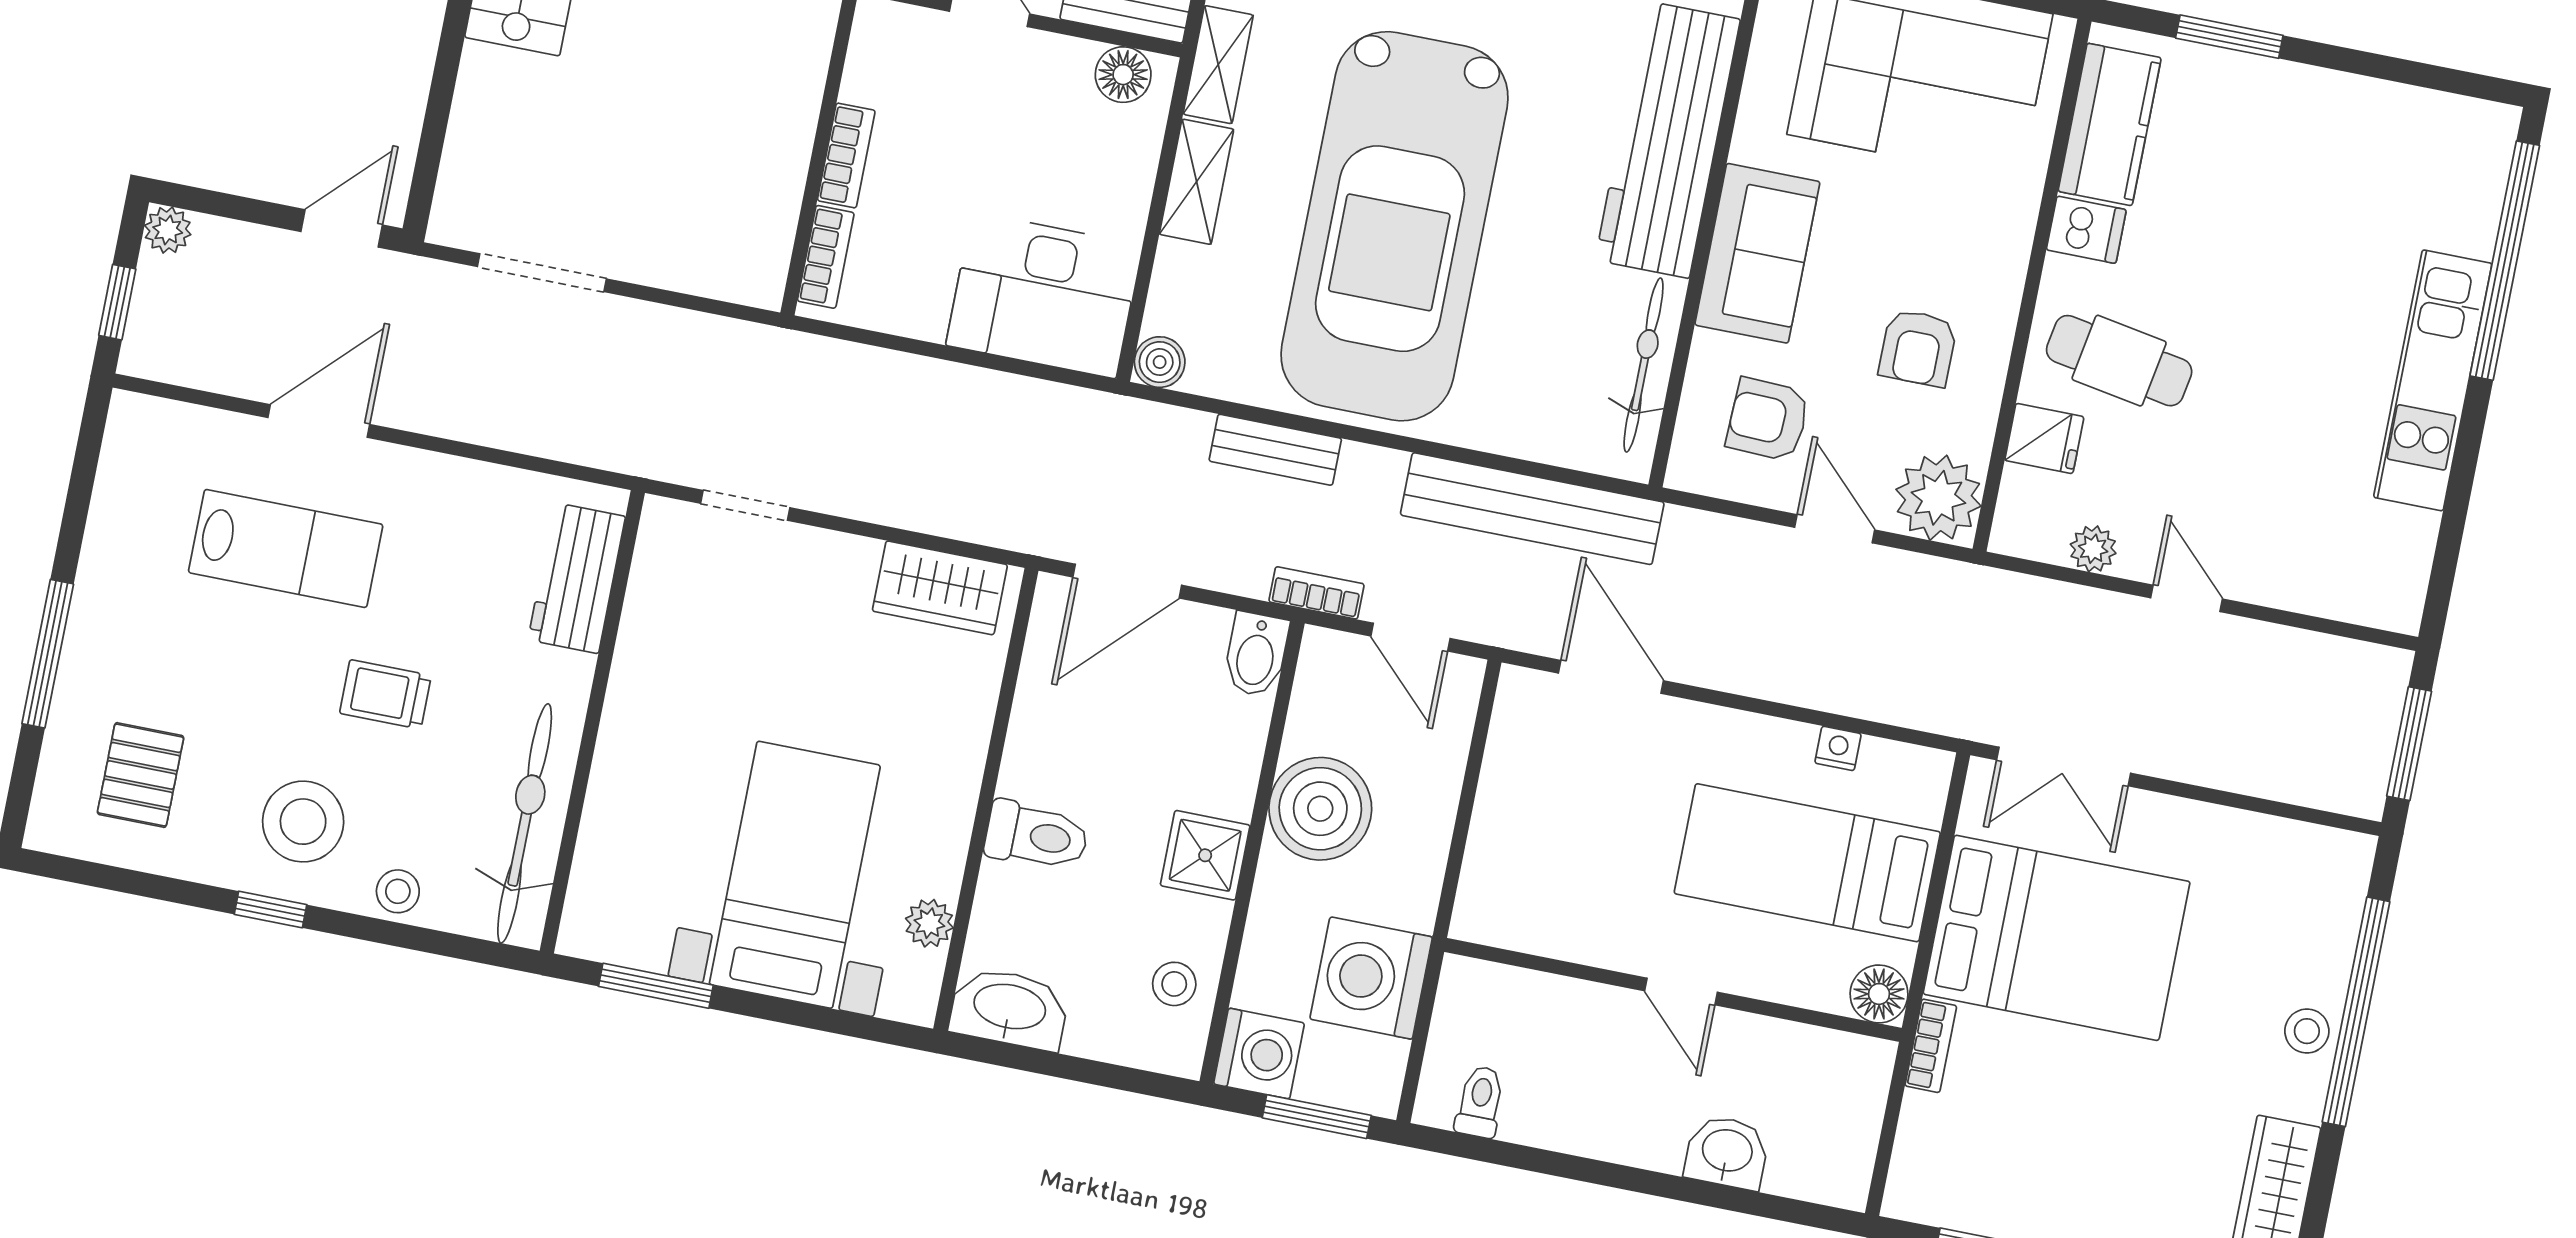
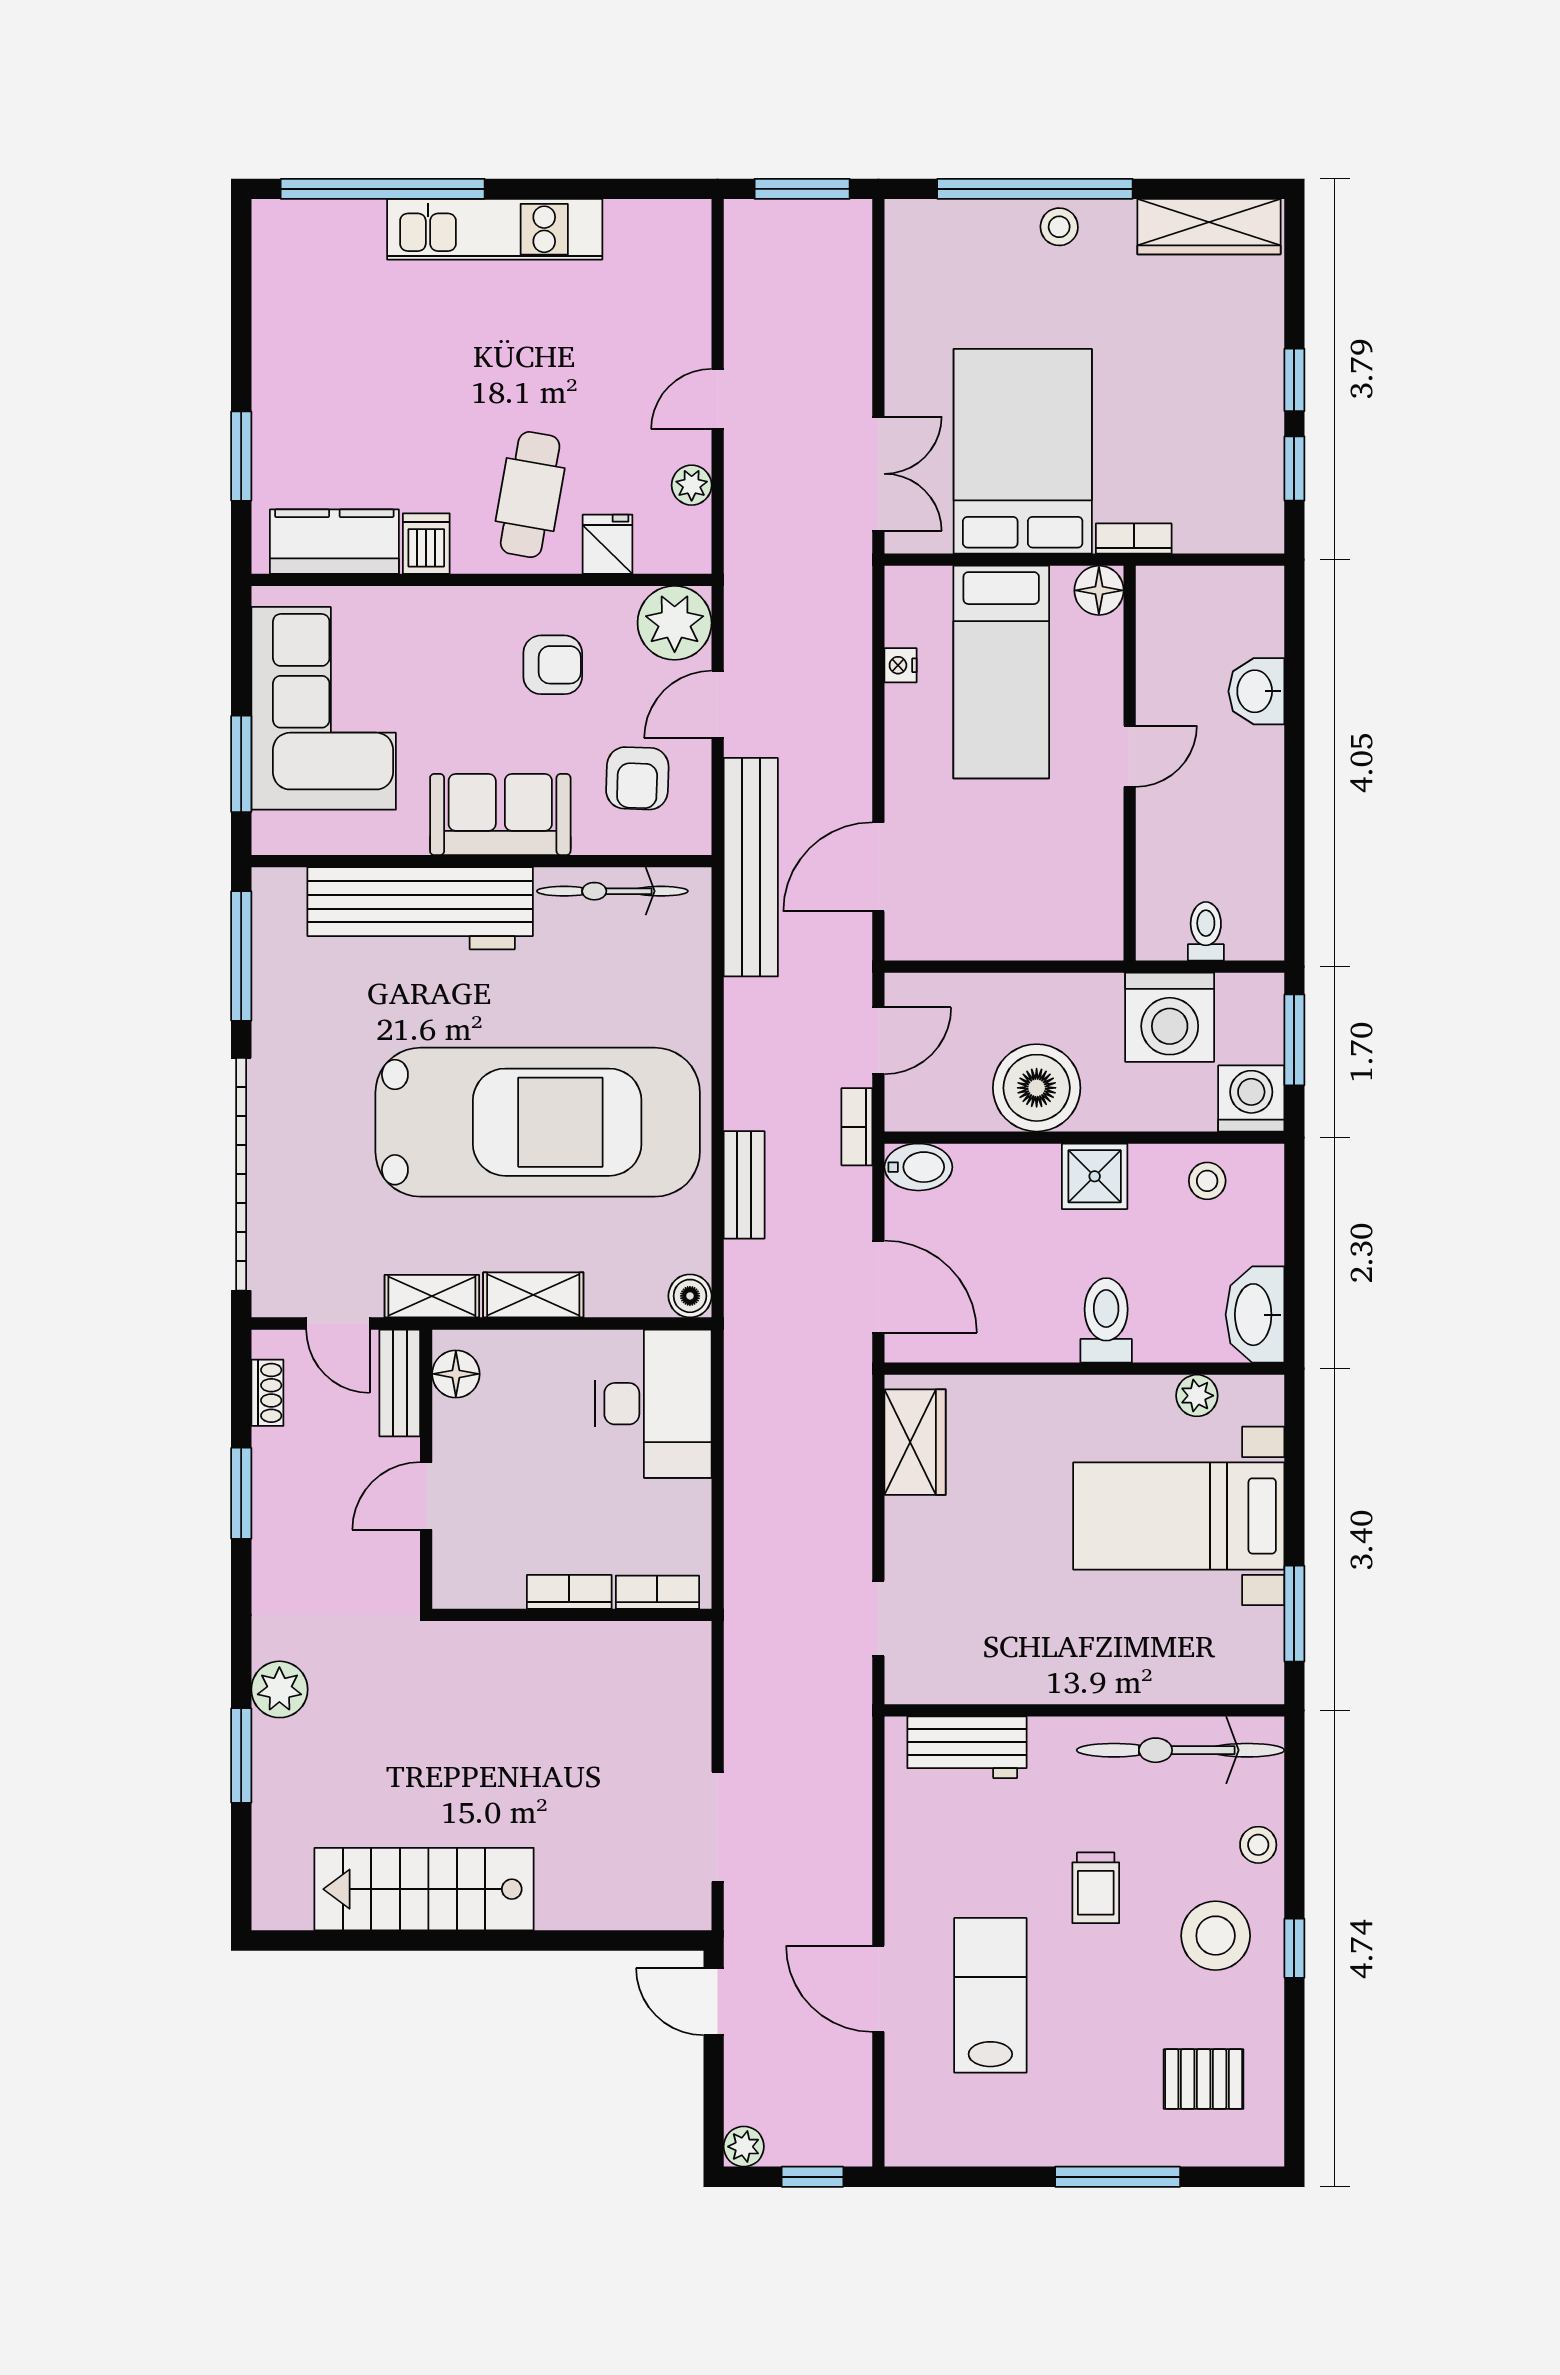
bench: (1532, 509) -> (751, 867), moved
toilet: (1480, 1102) -> (1206, 931), moved, turned 90

